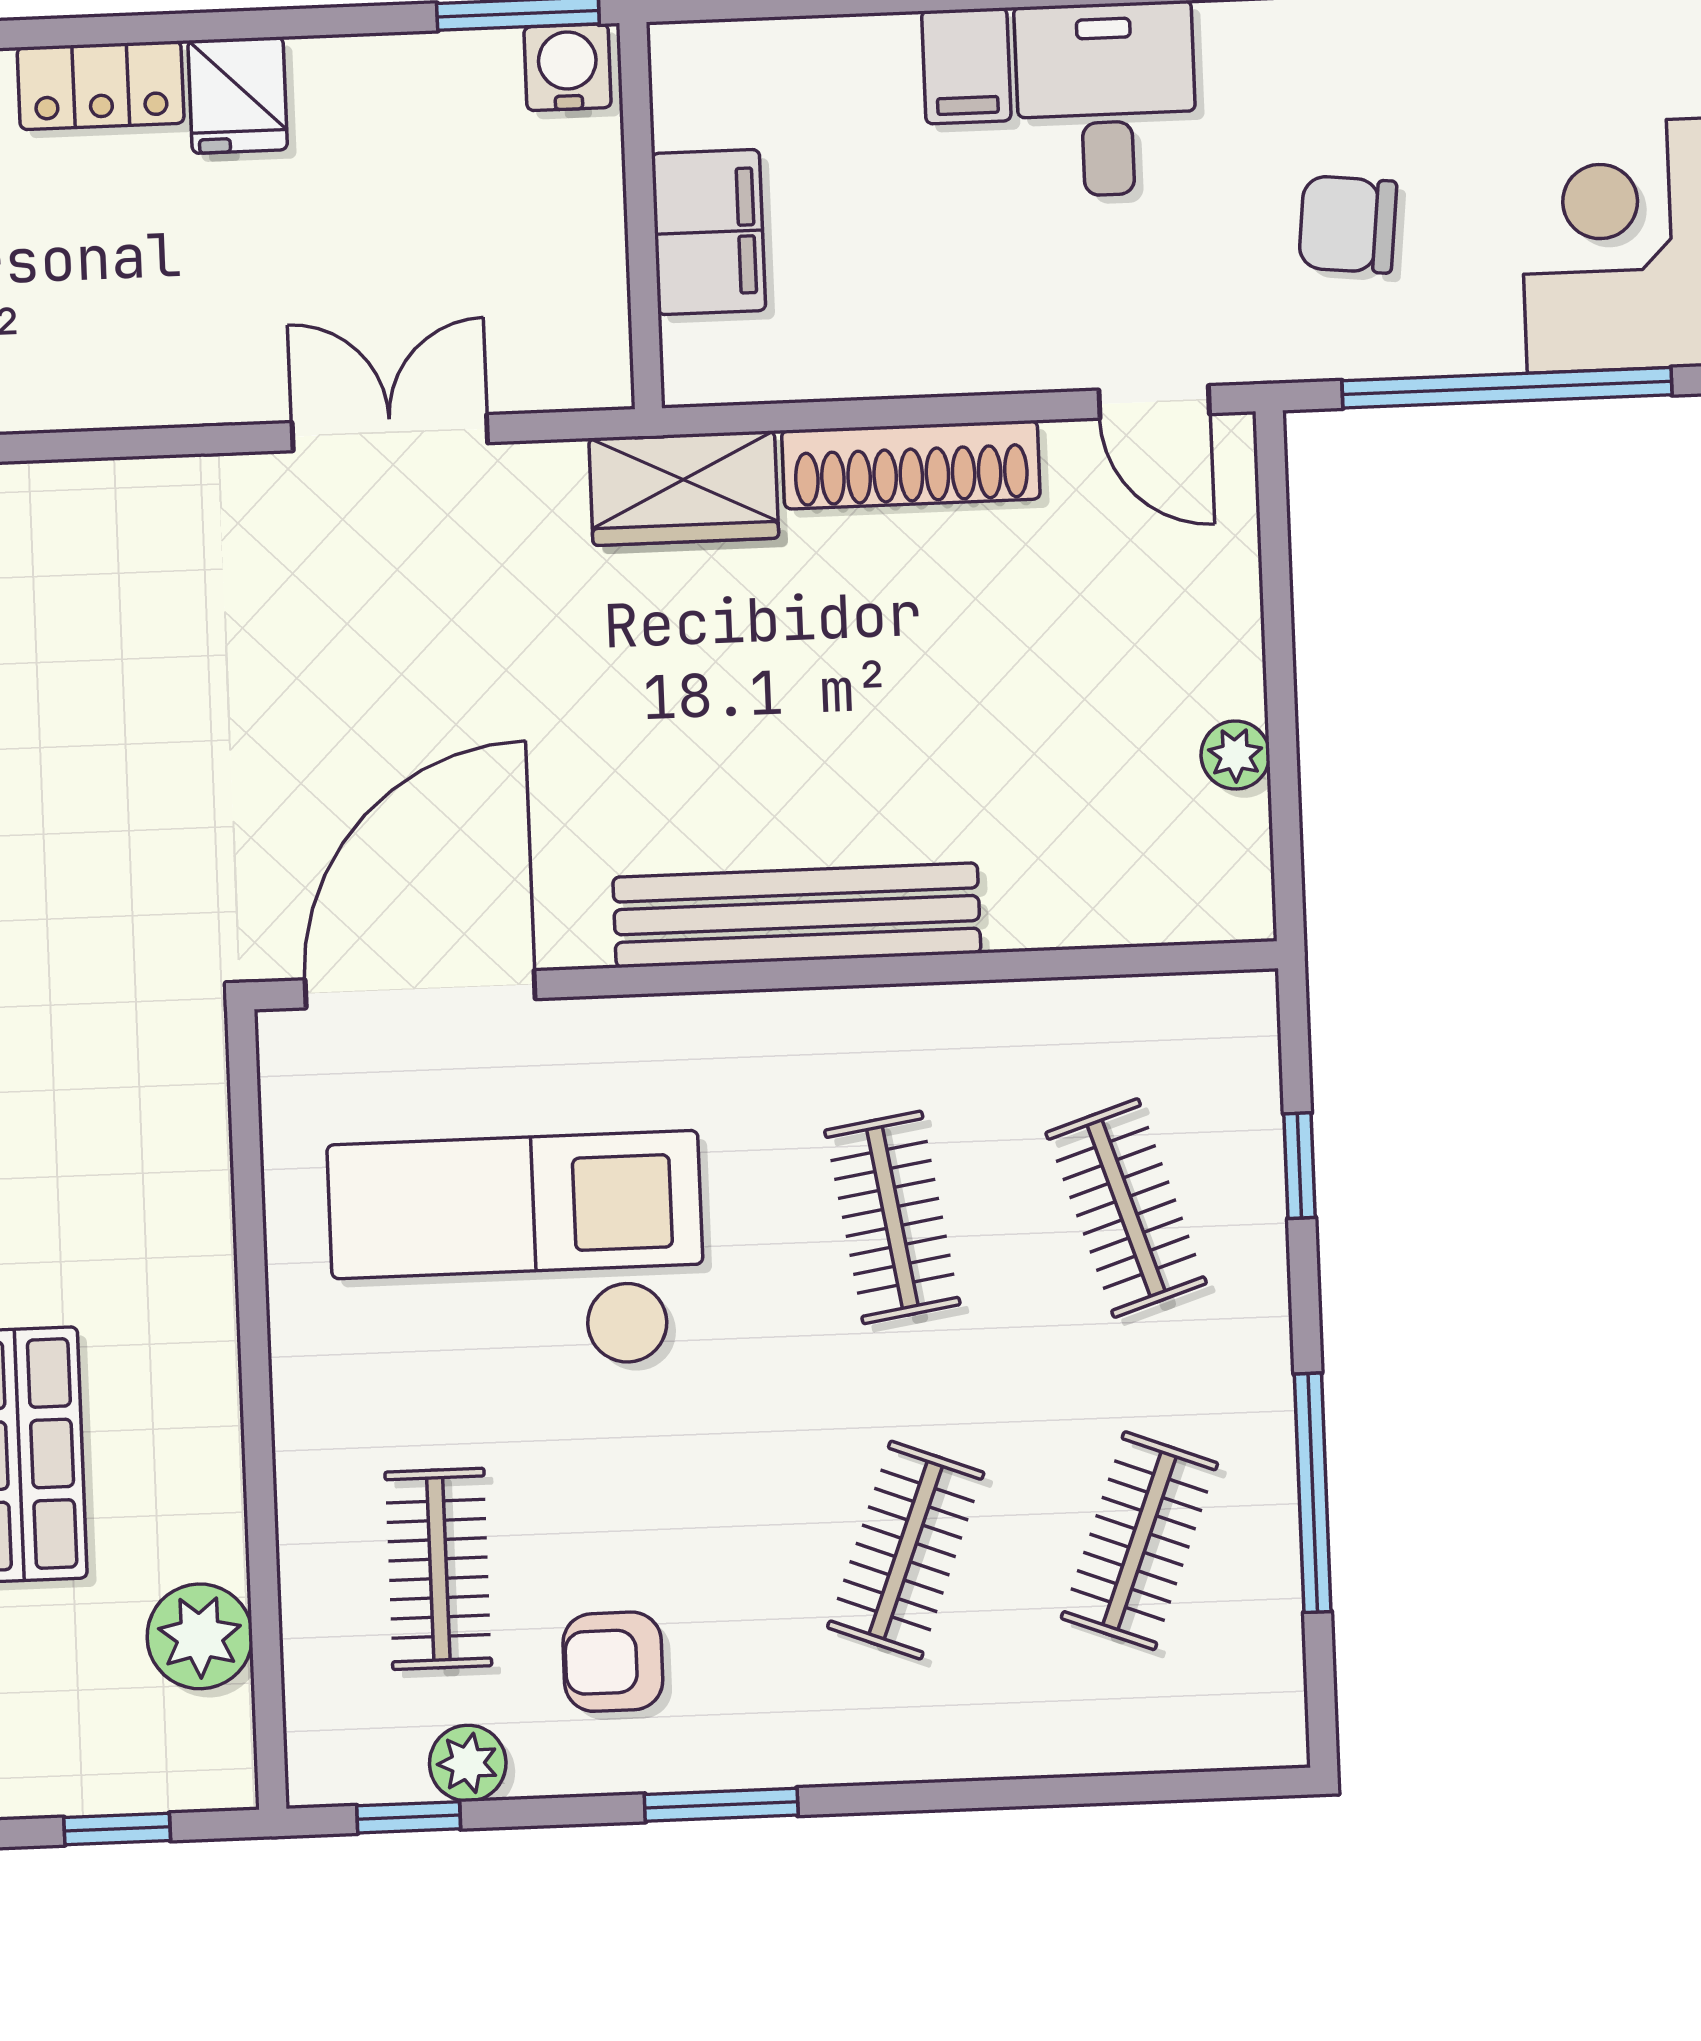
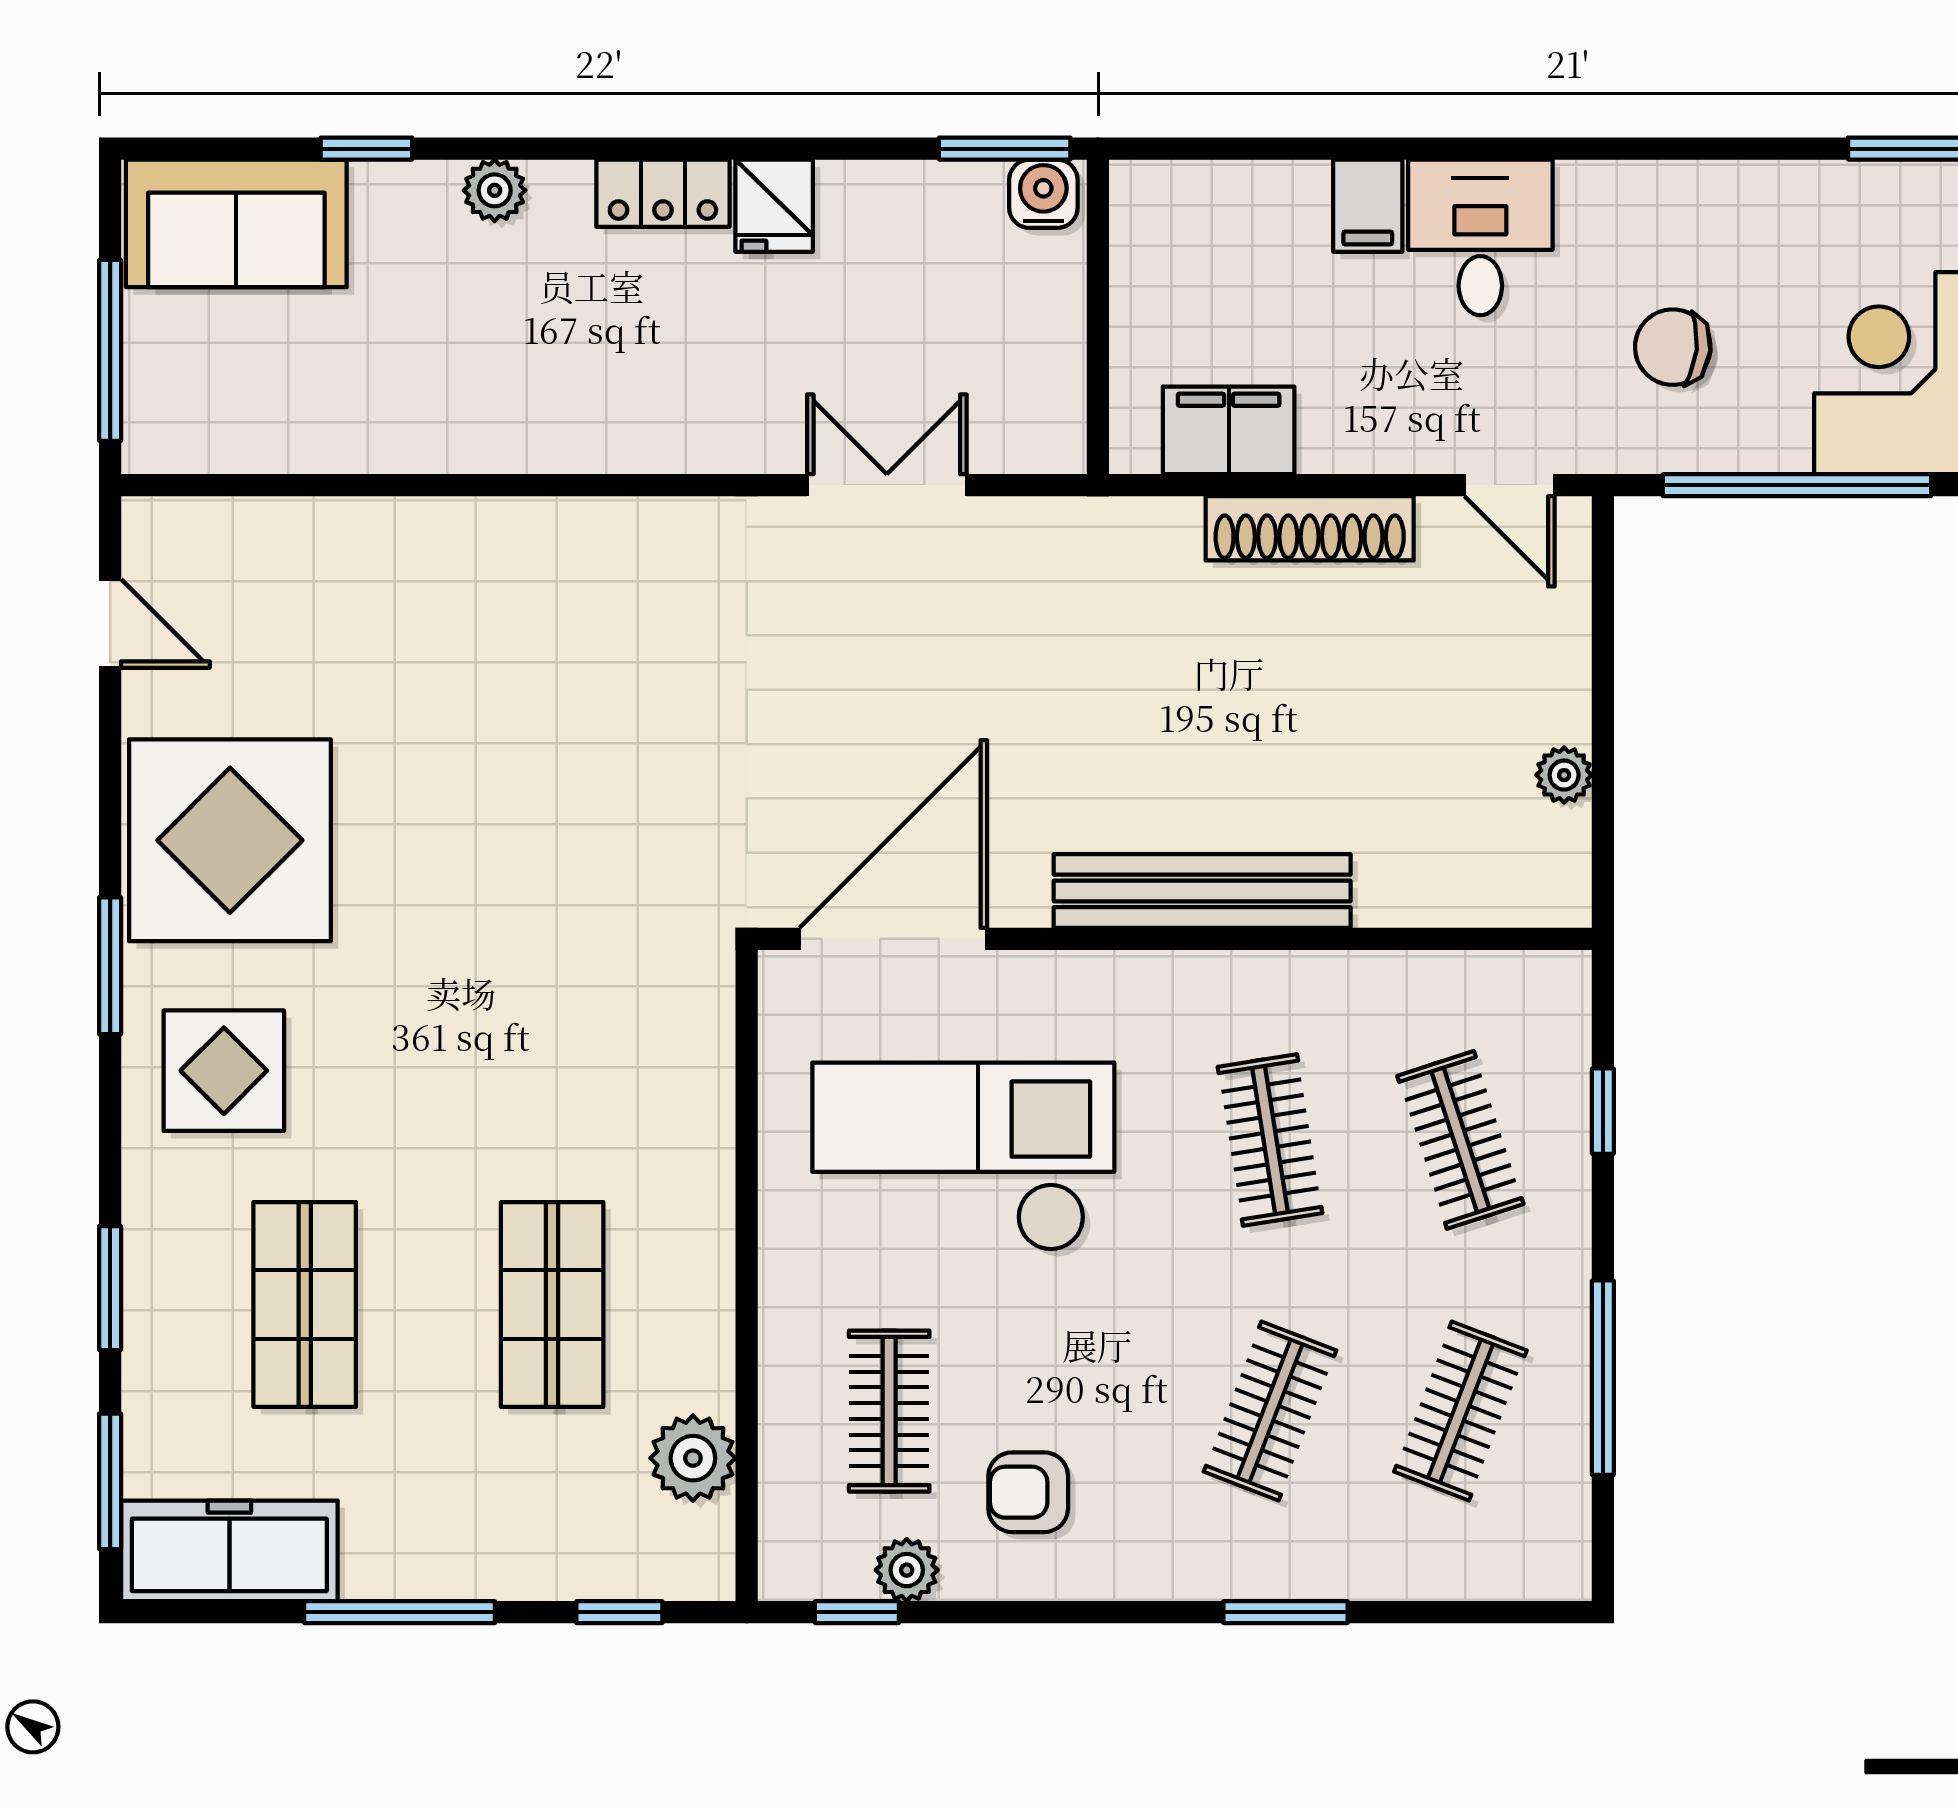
filing cabinet: (709, 232) -> (1229, 430), moved, turned -90
wardrobe: (684, 488) -> (1124, 540), removed
window: (721, 1805) -> (1285, 1612), moved

